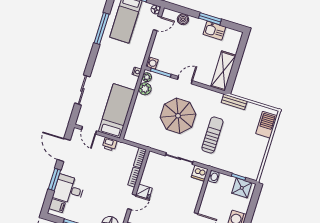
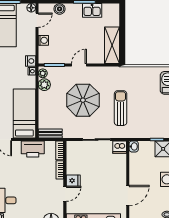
nightstand: (139, 61) -> (31, 61), added
washing machine: (152, 63) -> (43, 40), moved
bench: (234, 102) -> (50, 134), moved
printer: (110, 144) -> (33, 149), width x1.87, depth x1.48

